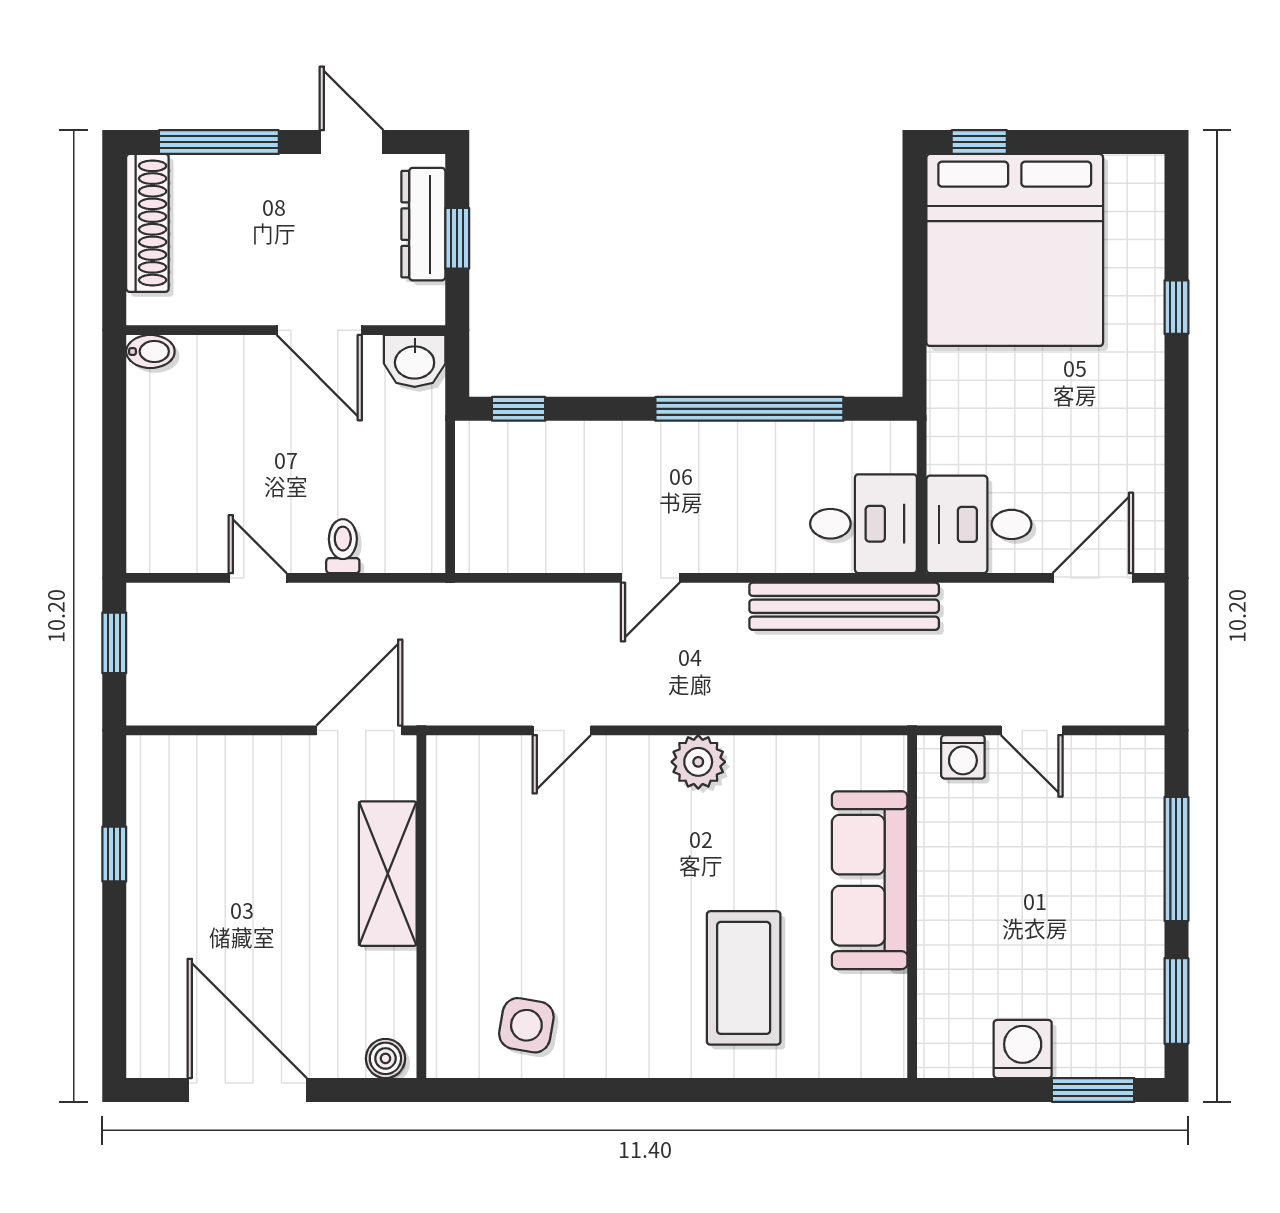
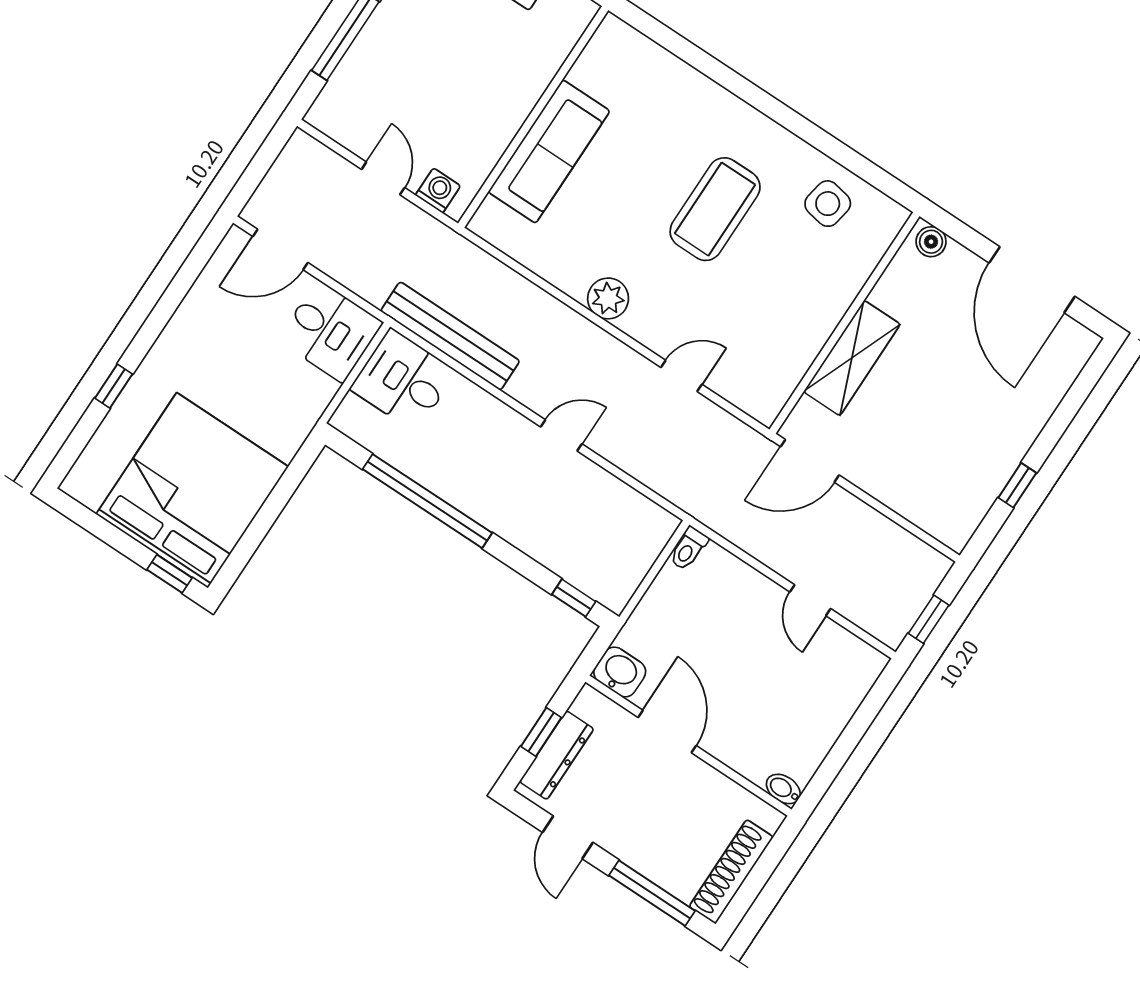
toilet: (343, 546) -> (688, 549), moved
coffee table: (744, 978) -> (715, 209), moved

